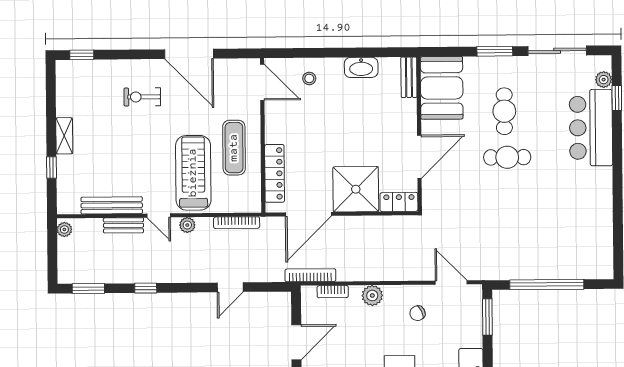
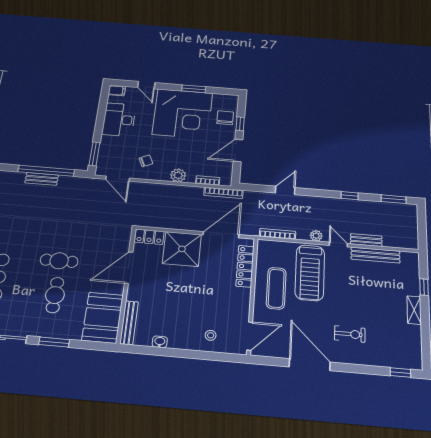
washbasin: (361, 67) -> (160, 342), width x0.52, depth x0.69
bench: (409, 77) -> (129, 323), width x1.36
door: (262, 82) -> (250, 336), swing flipped
plant: (64, 230) -> (413, 241), removed
bench: (550, 272) -> (42, 179), added

